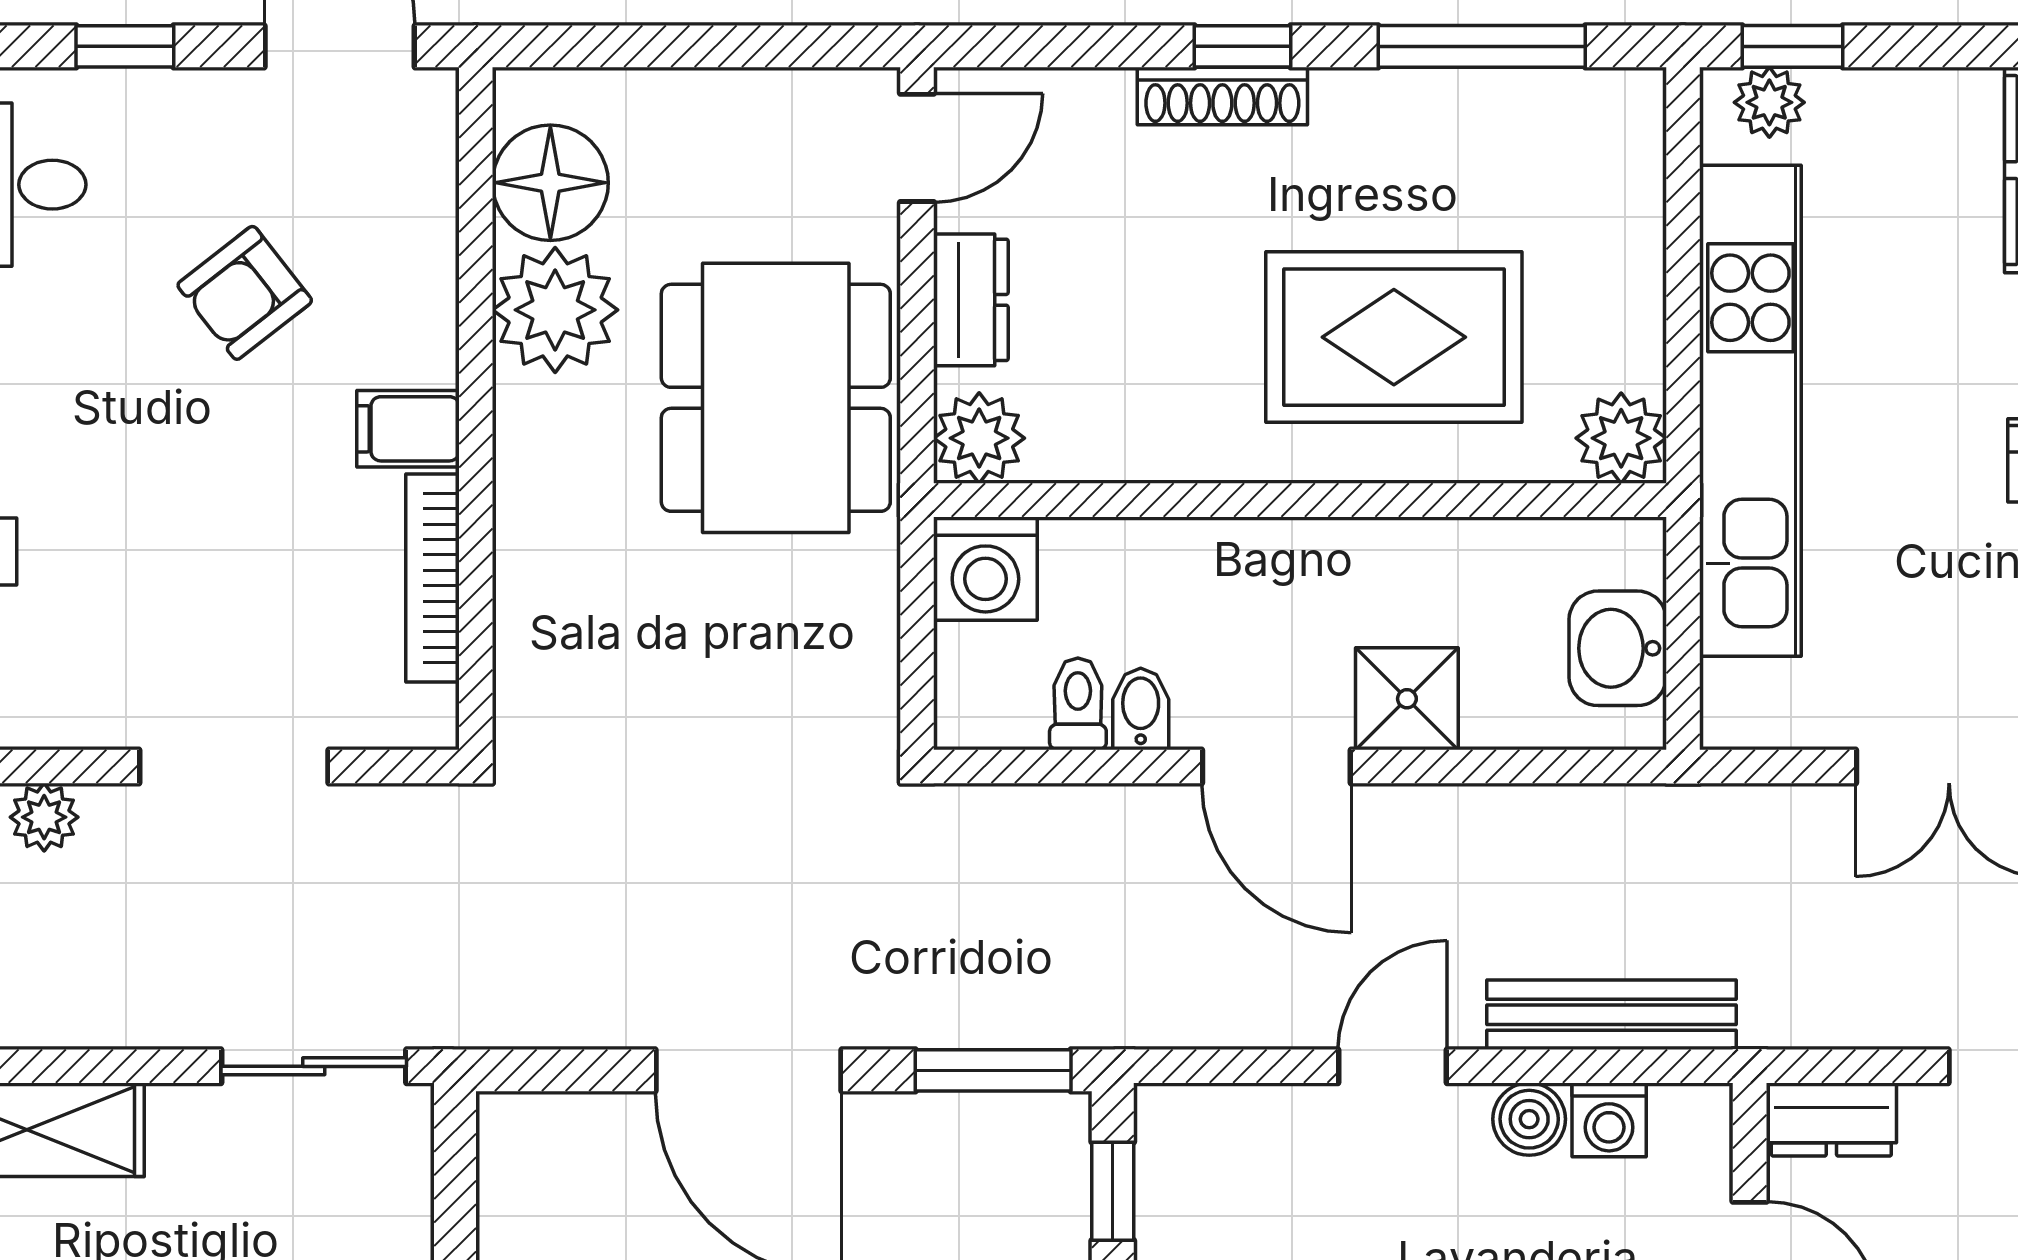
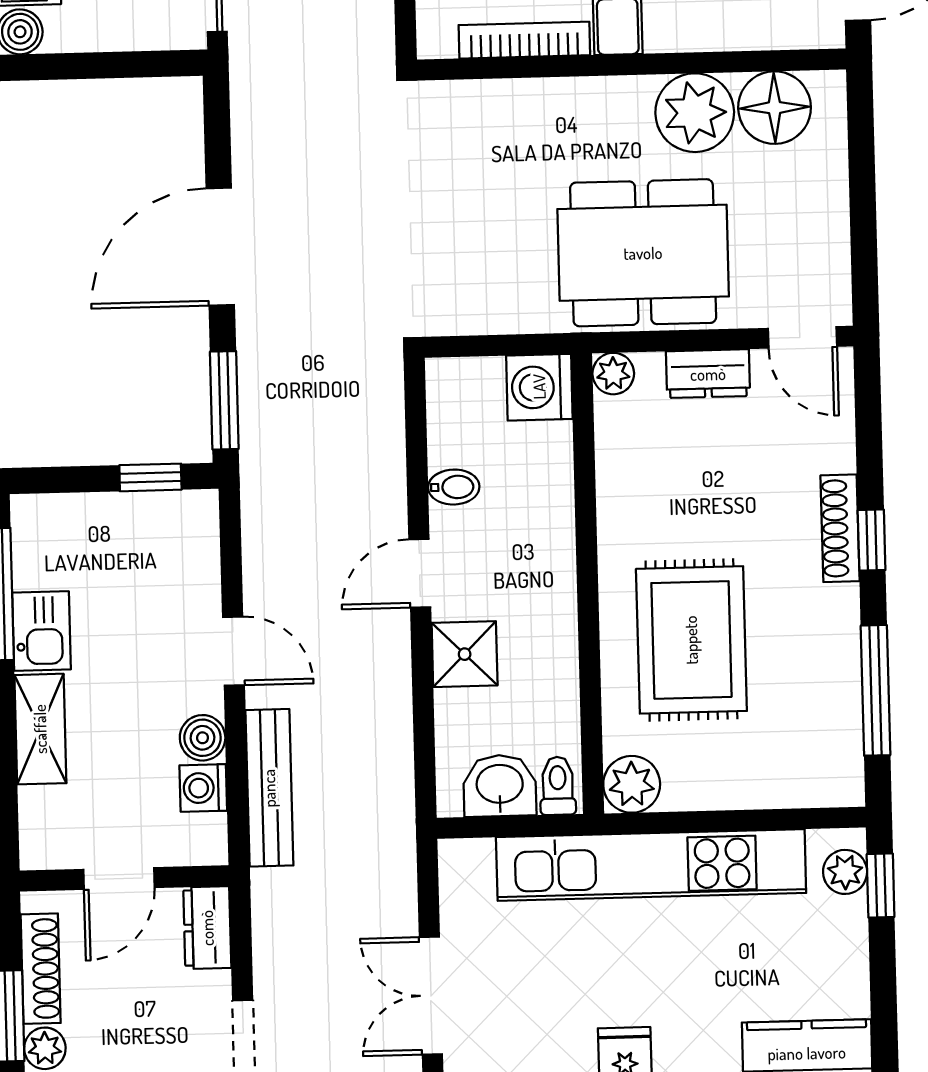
plant: (979, 438) -> (613, 374), width x0.73, depth x0.73
toilet: (1078, 704) -> (558, 786), moved, turned -90
door: (1276, 767) -> (420, 573), width x0.73

